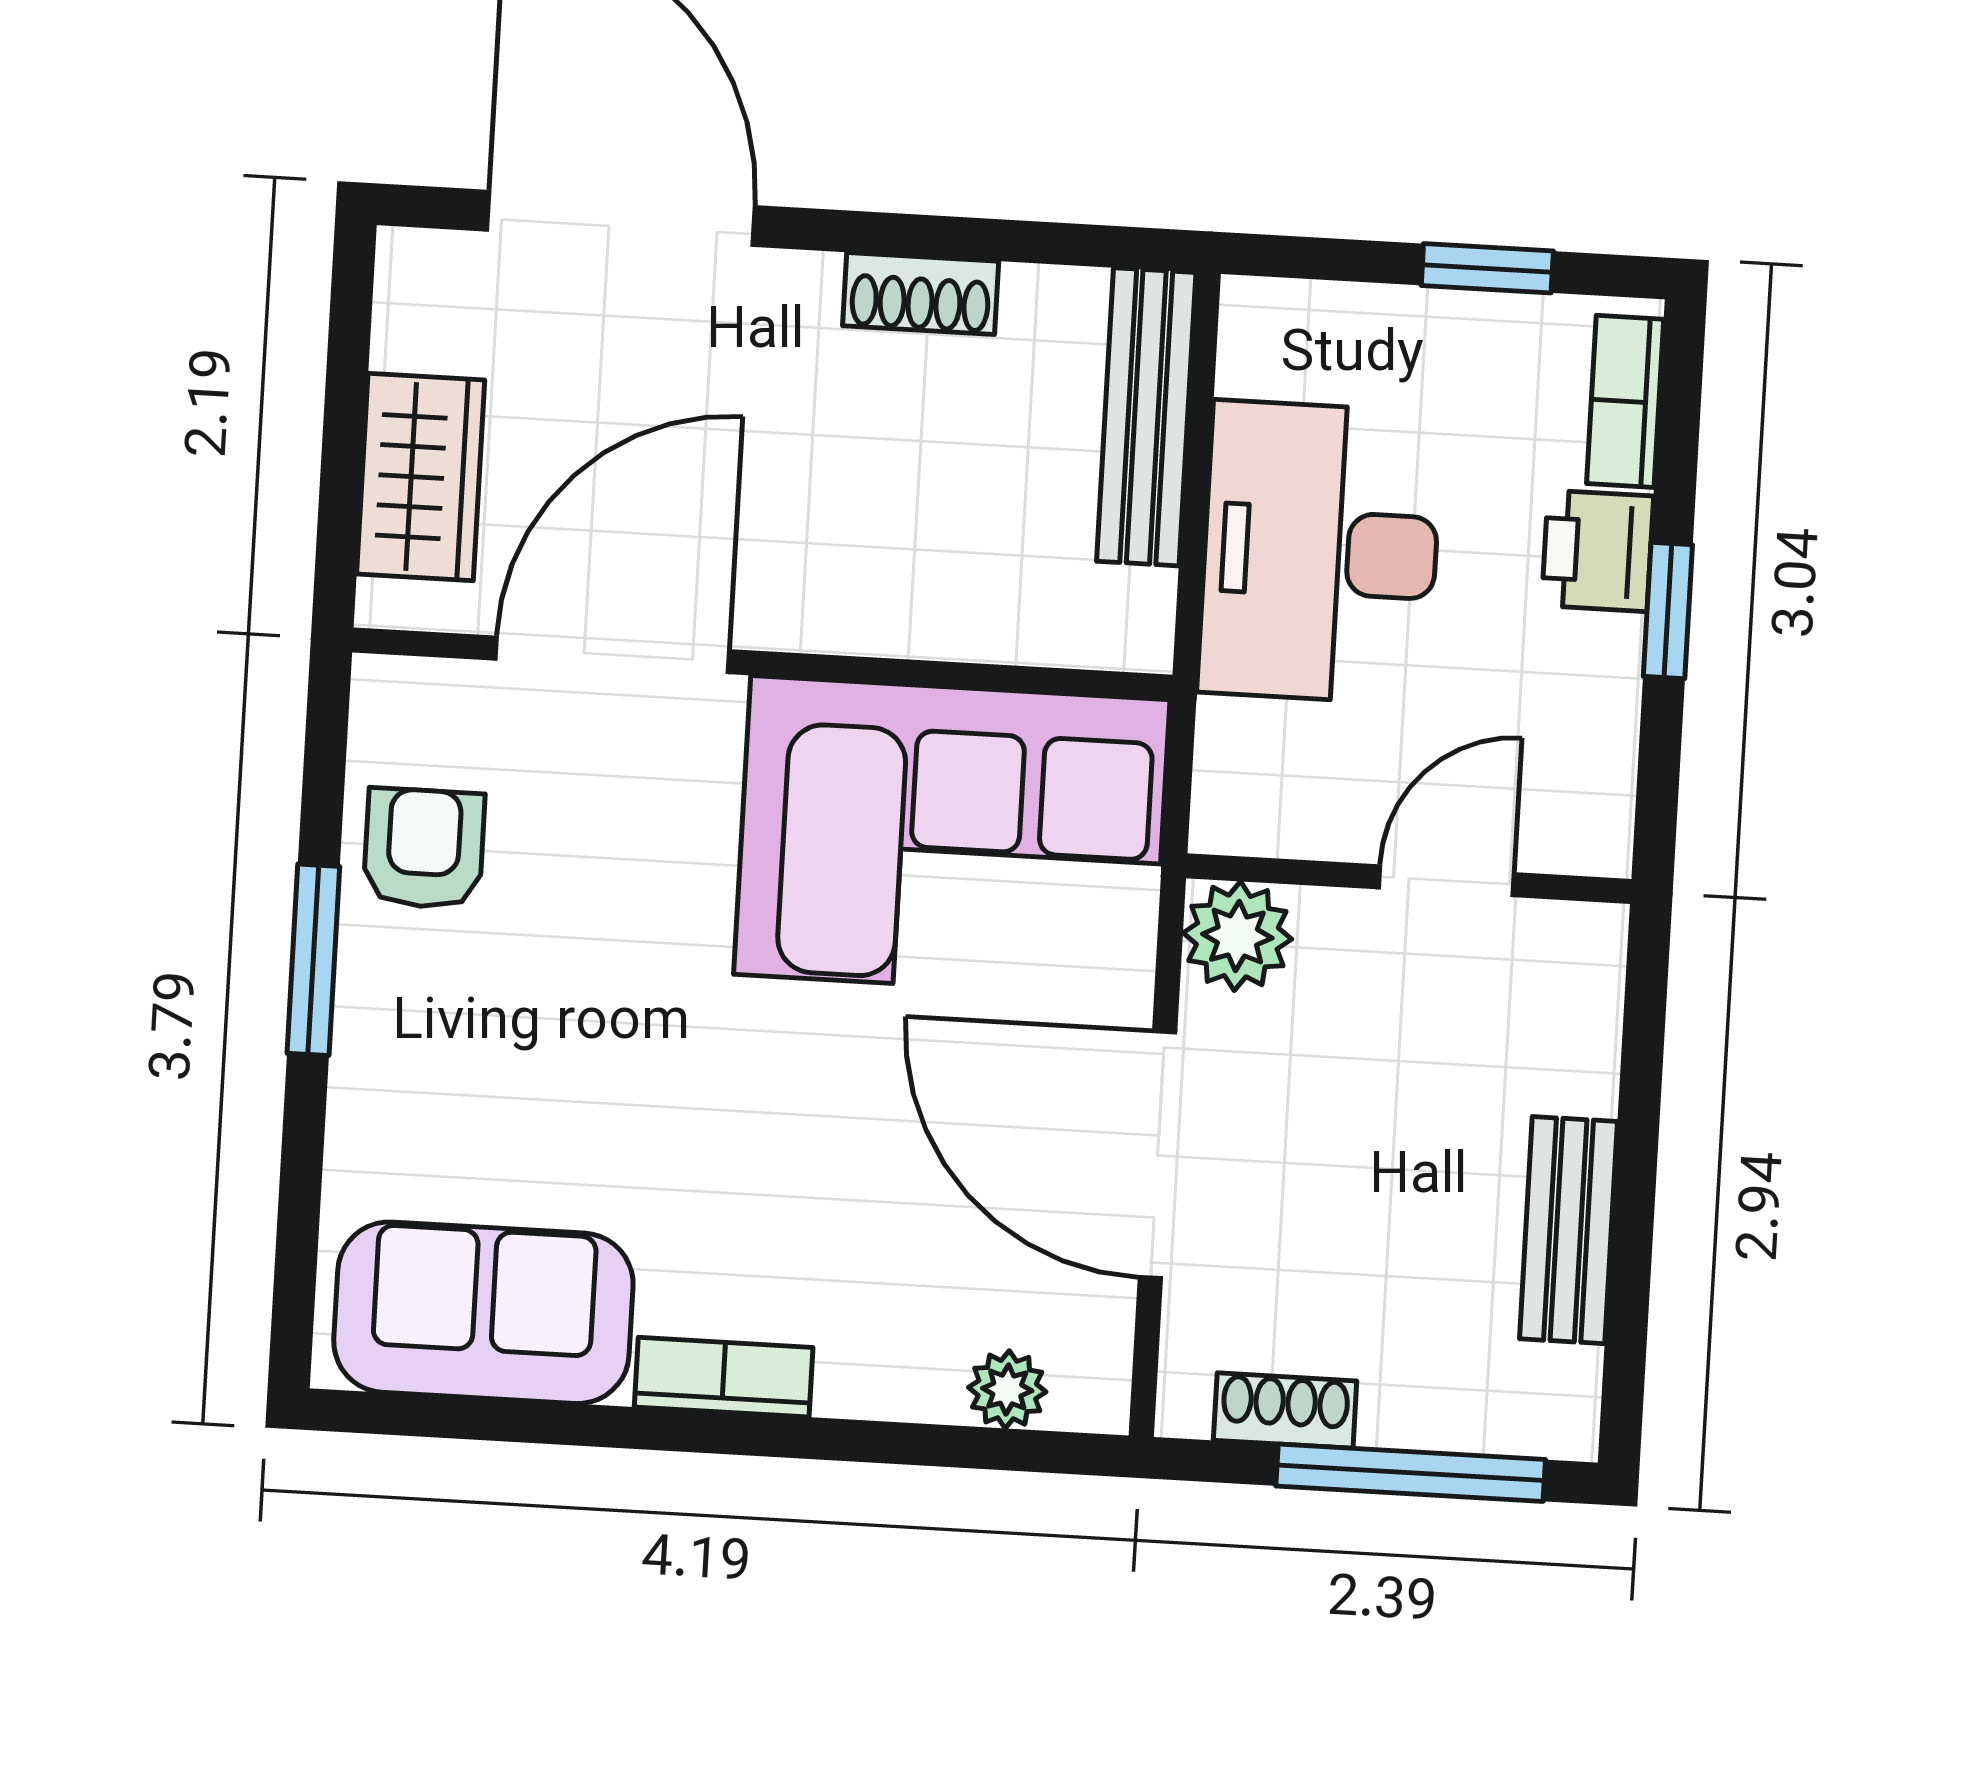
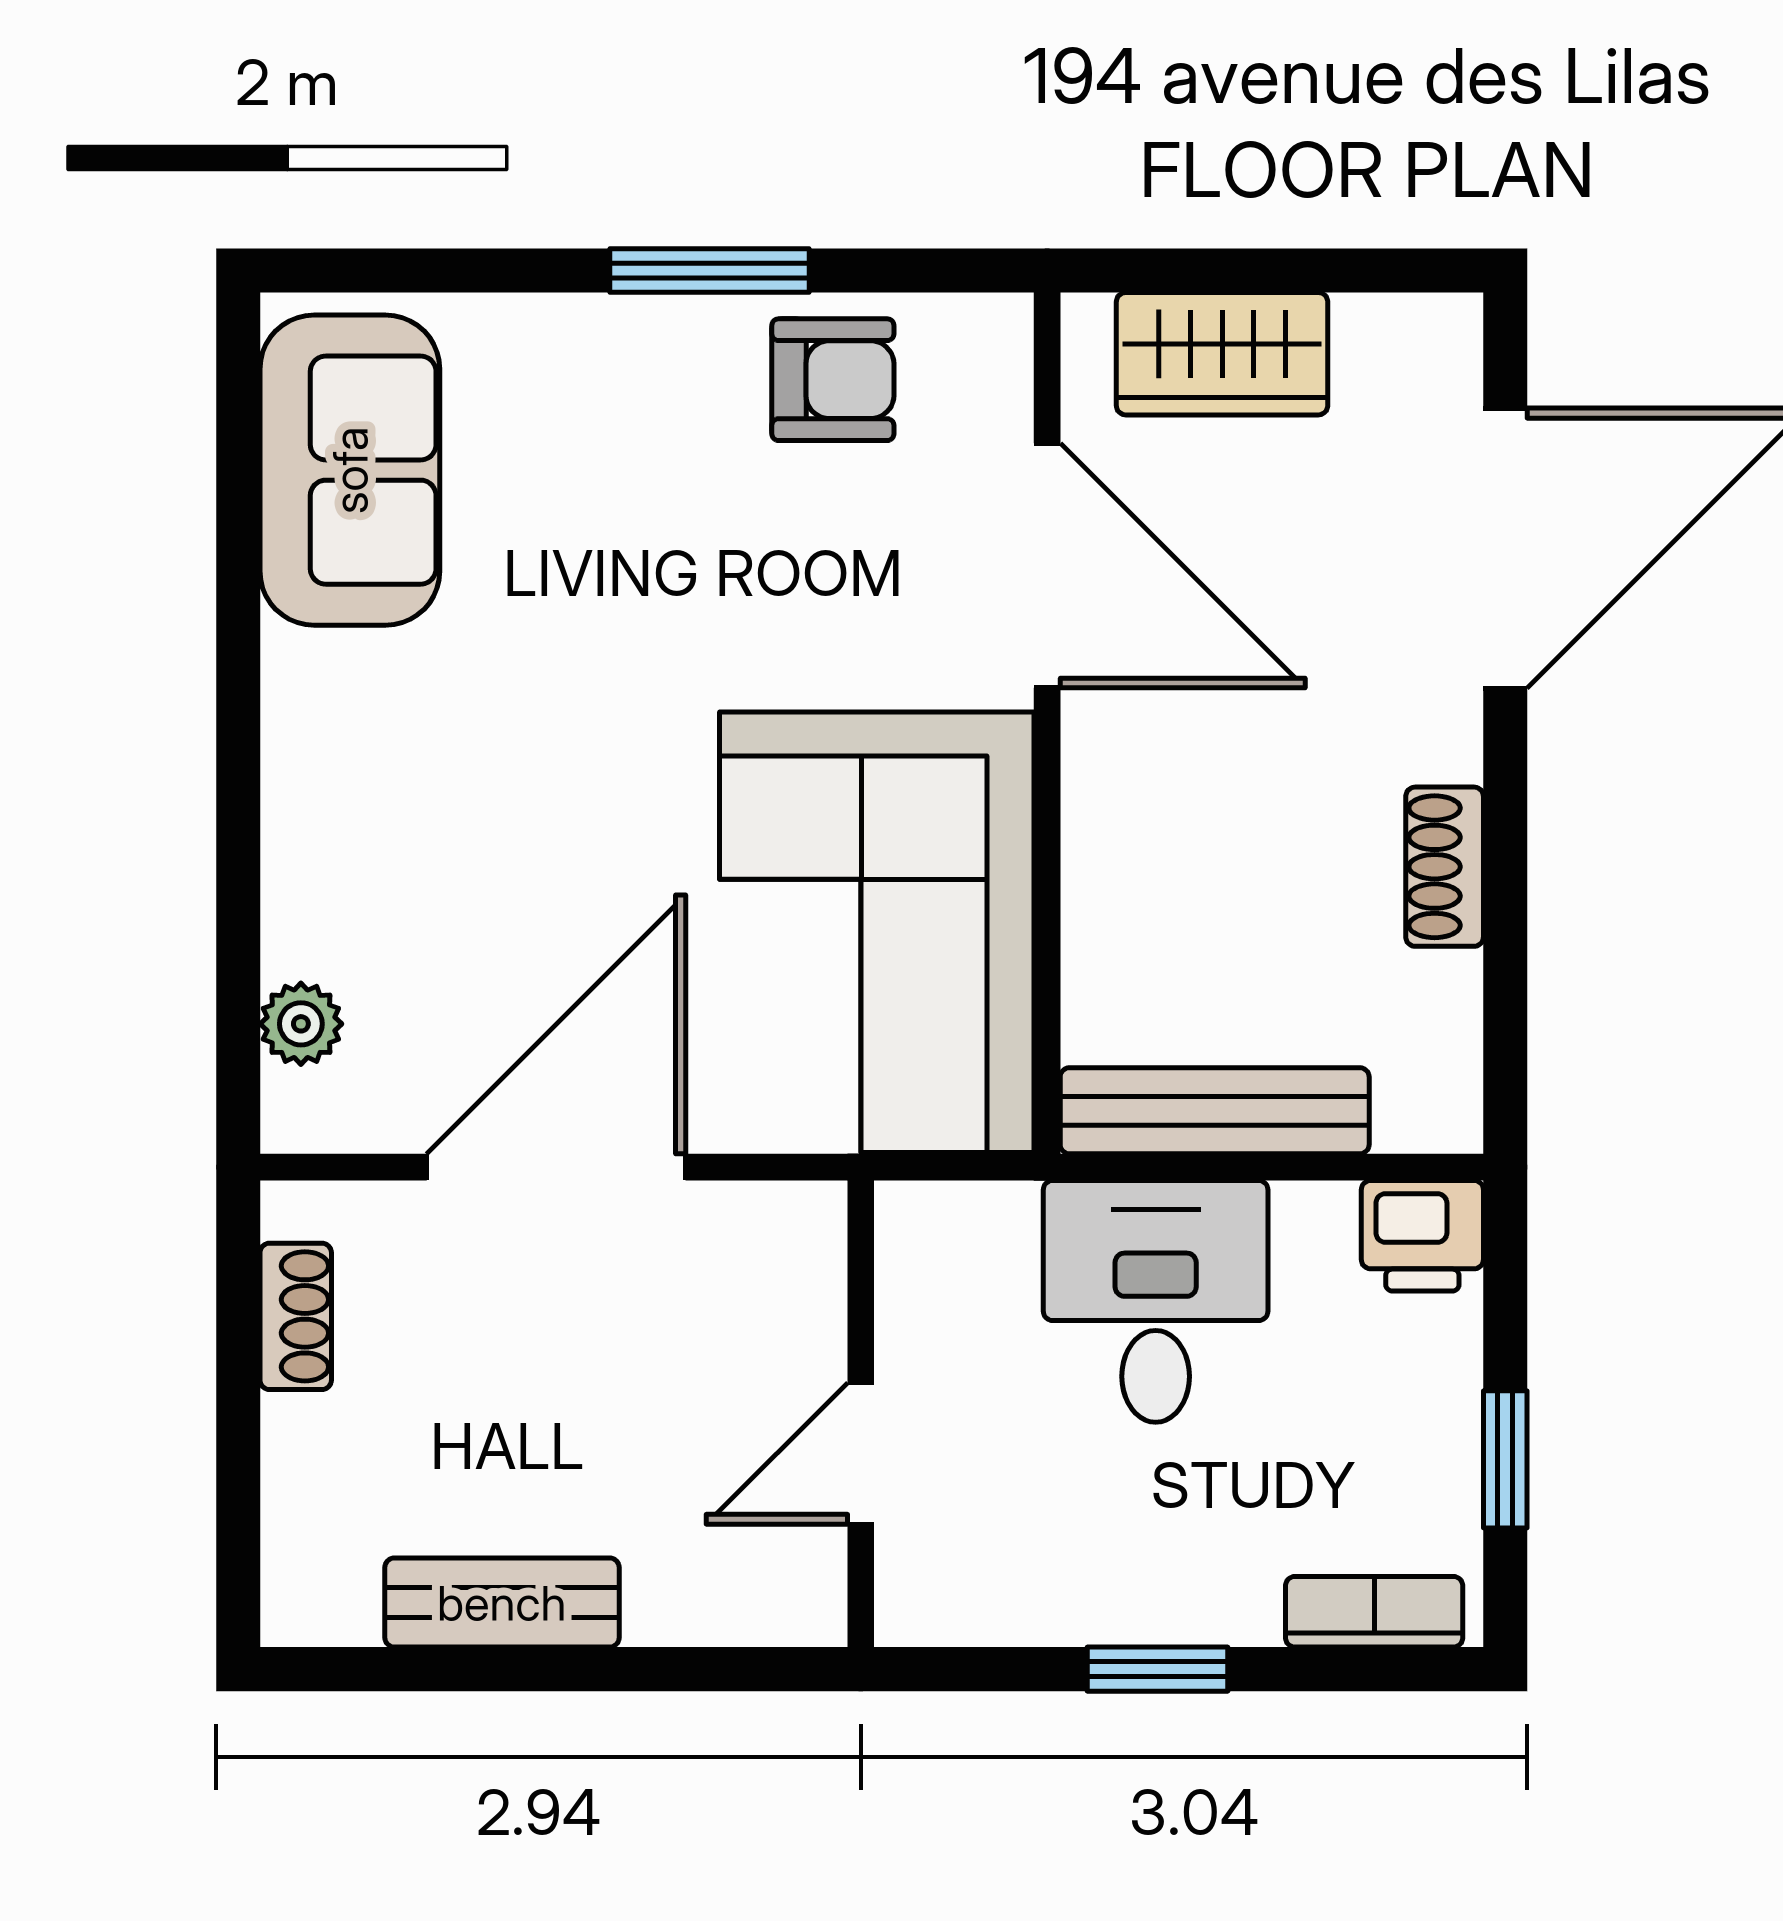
bench: (1146, 417) -> (1215, 1111), moved
printer: (1597, 551) -> (1422, 1236), moved, turned 180
desk: (1320, 552) -> (1156, 1301), width x0.73
door: (1446, 881) -> (861, 1453), swing flipped
plant: (1237, 936) -> (790, 1238), removed
bookcase: (724, 1377) -> (297, 726), removed
window: (1411, 1473) -> (238, 1452), removed

